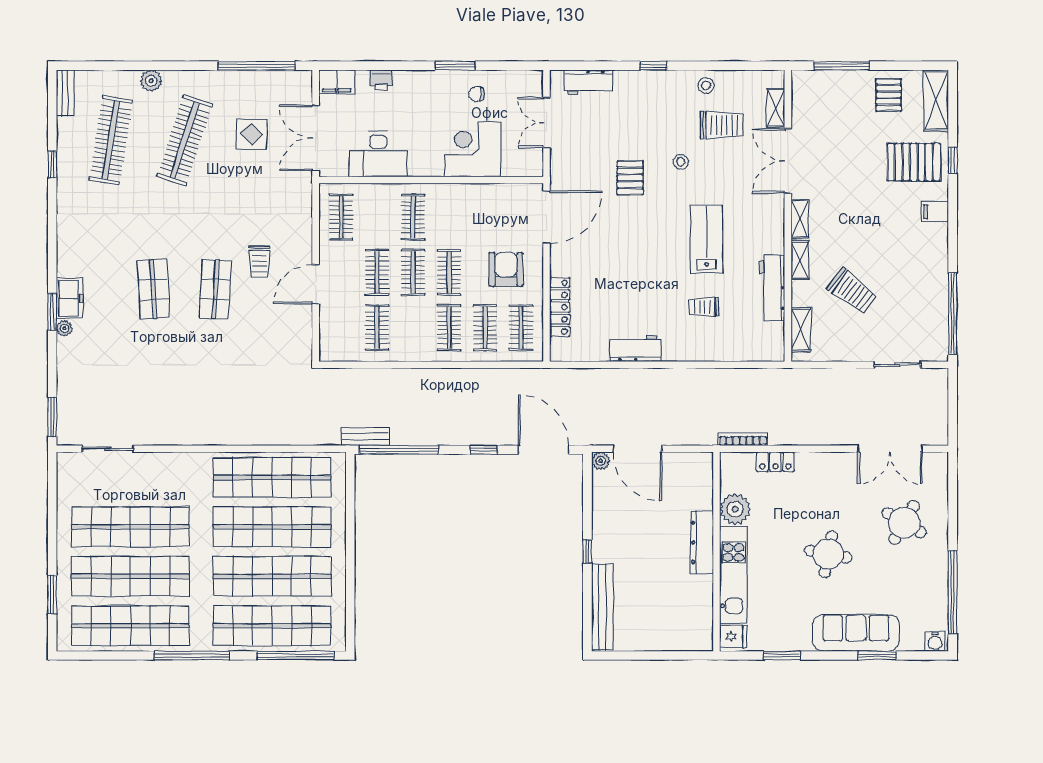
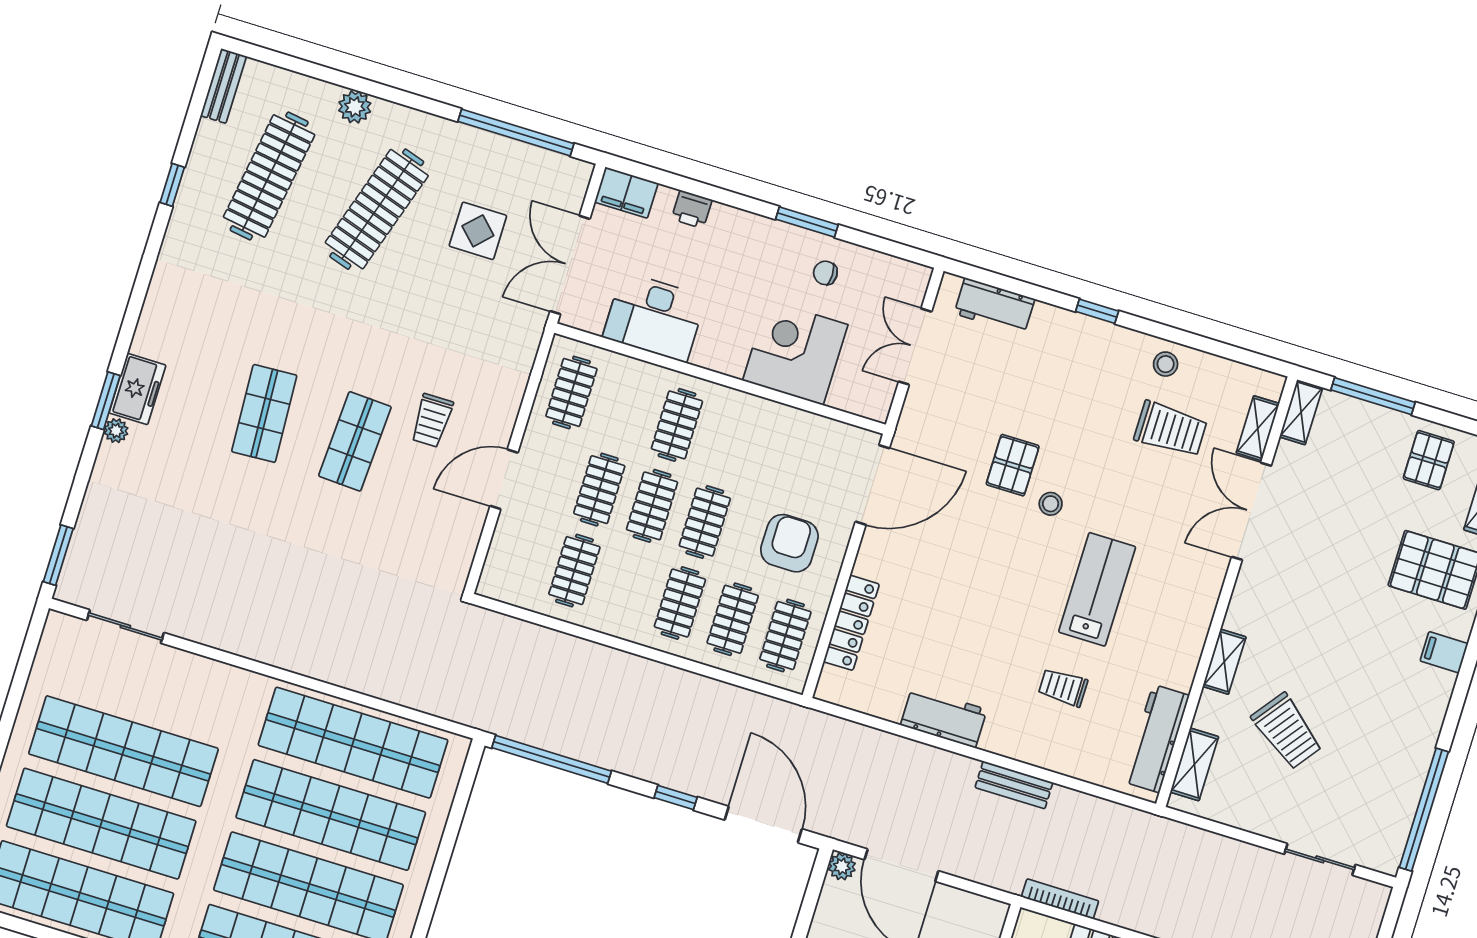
stool: (681, 162) -> (1051, 504), moved
shelving: (800, 219) -> (1301, 412), moved
workbench: (772, 288) -> (1156, 739), moved
bench: (365, 436) -> (1014, 785), moved

